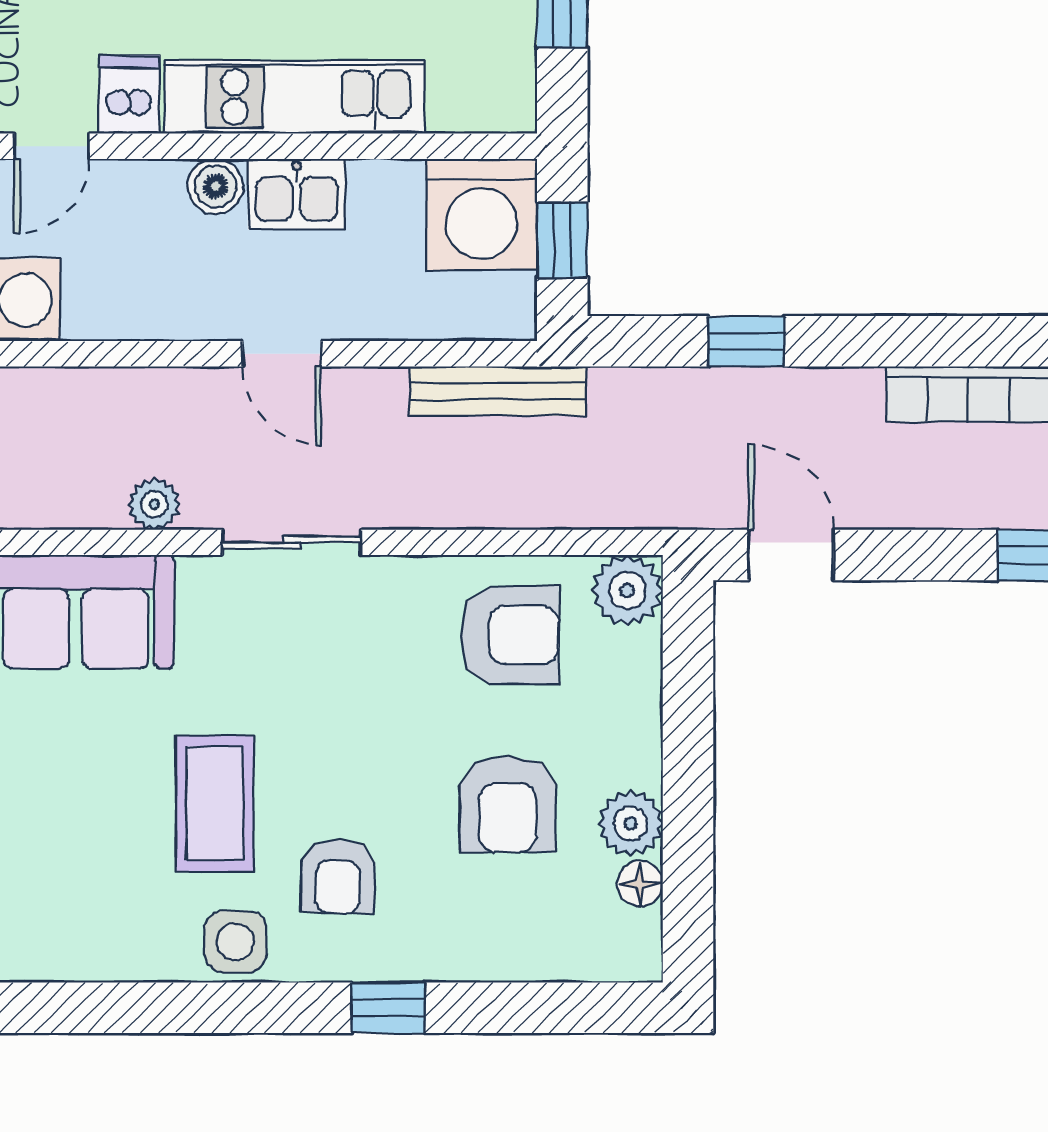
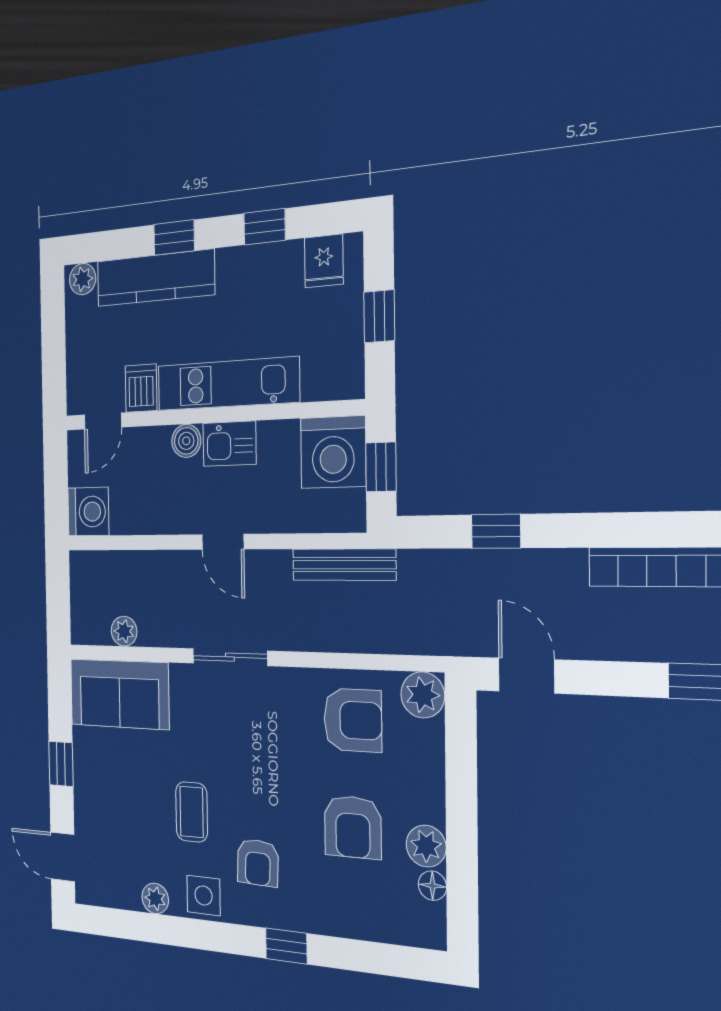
plant: (154, 504) -> (124, 631), moved
coffee table: (215, 803) -> (192, 812), width x0.73, depth x0.77
plant: (141, 957) -> (155, 898), added

